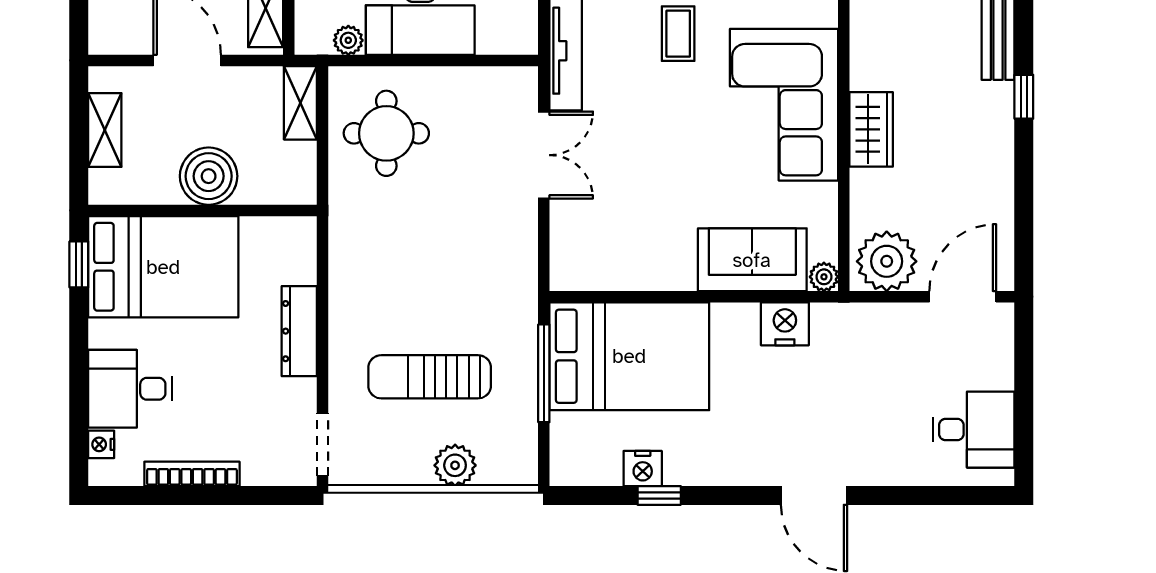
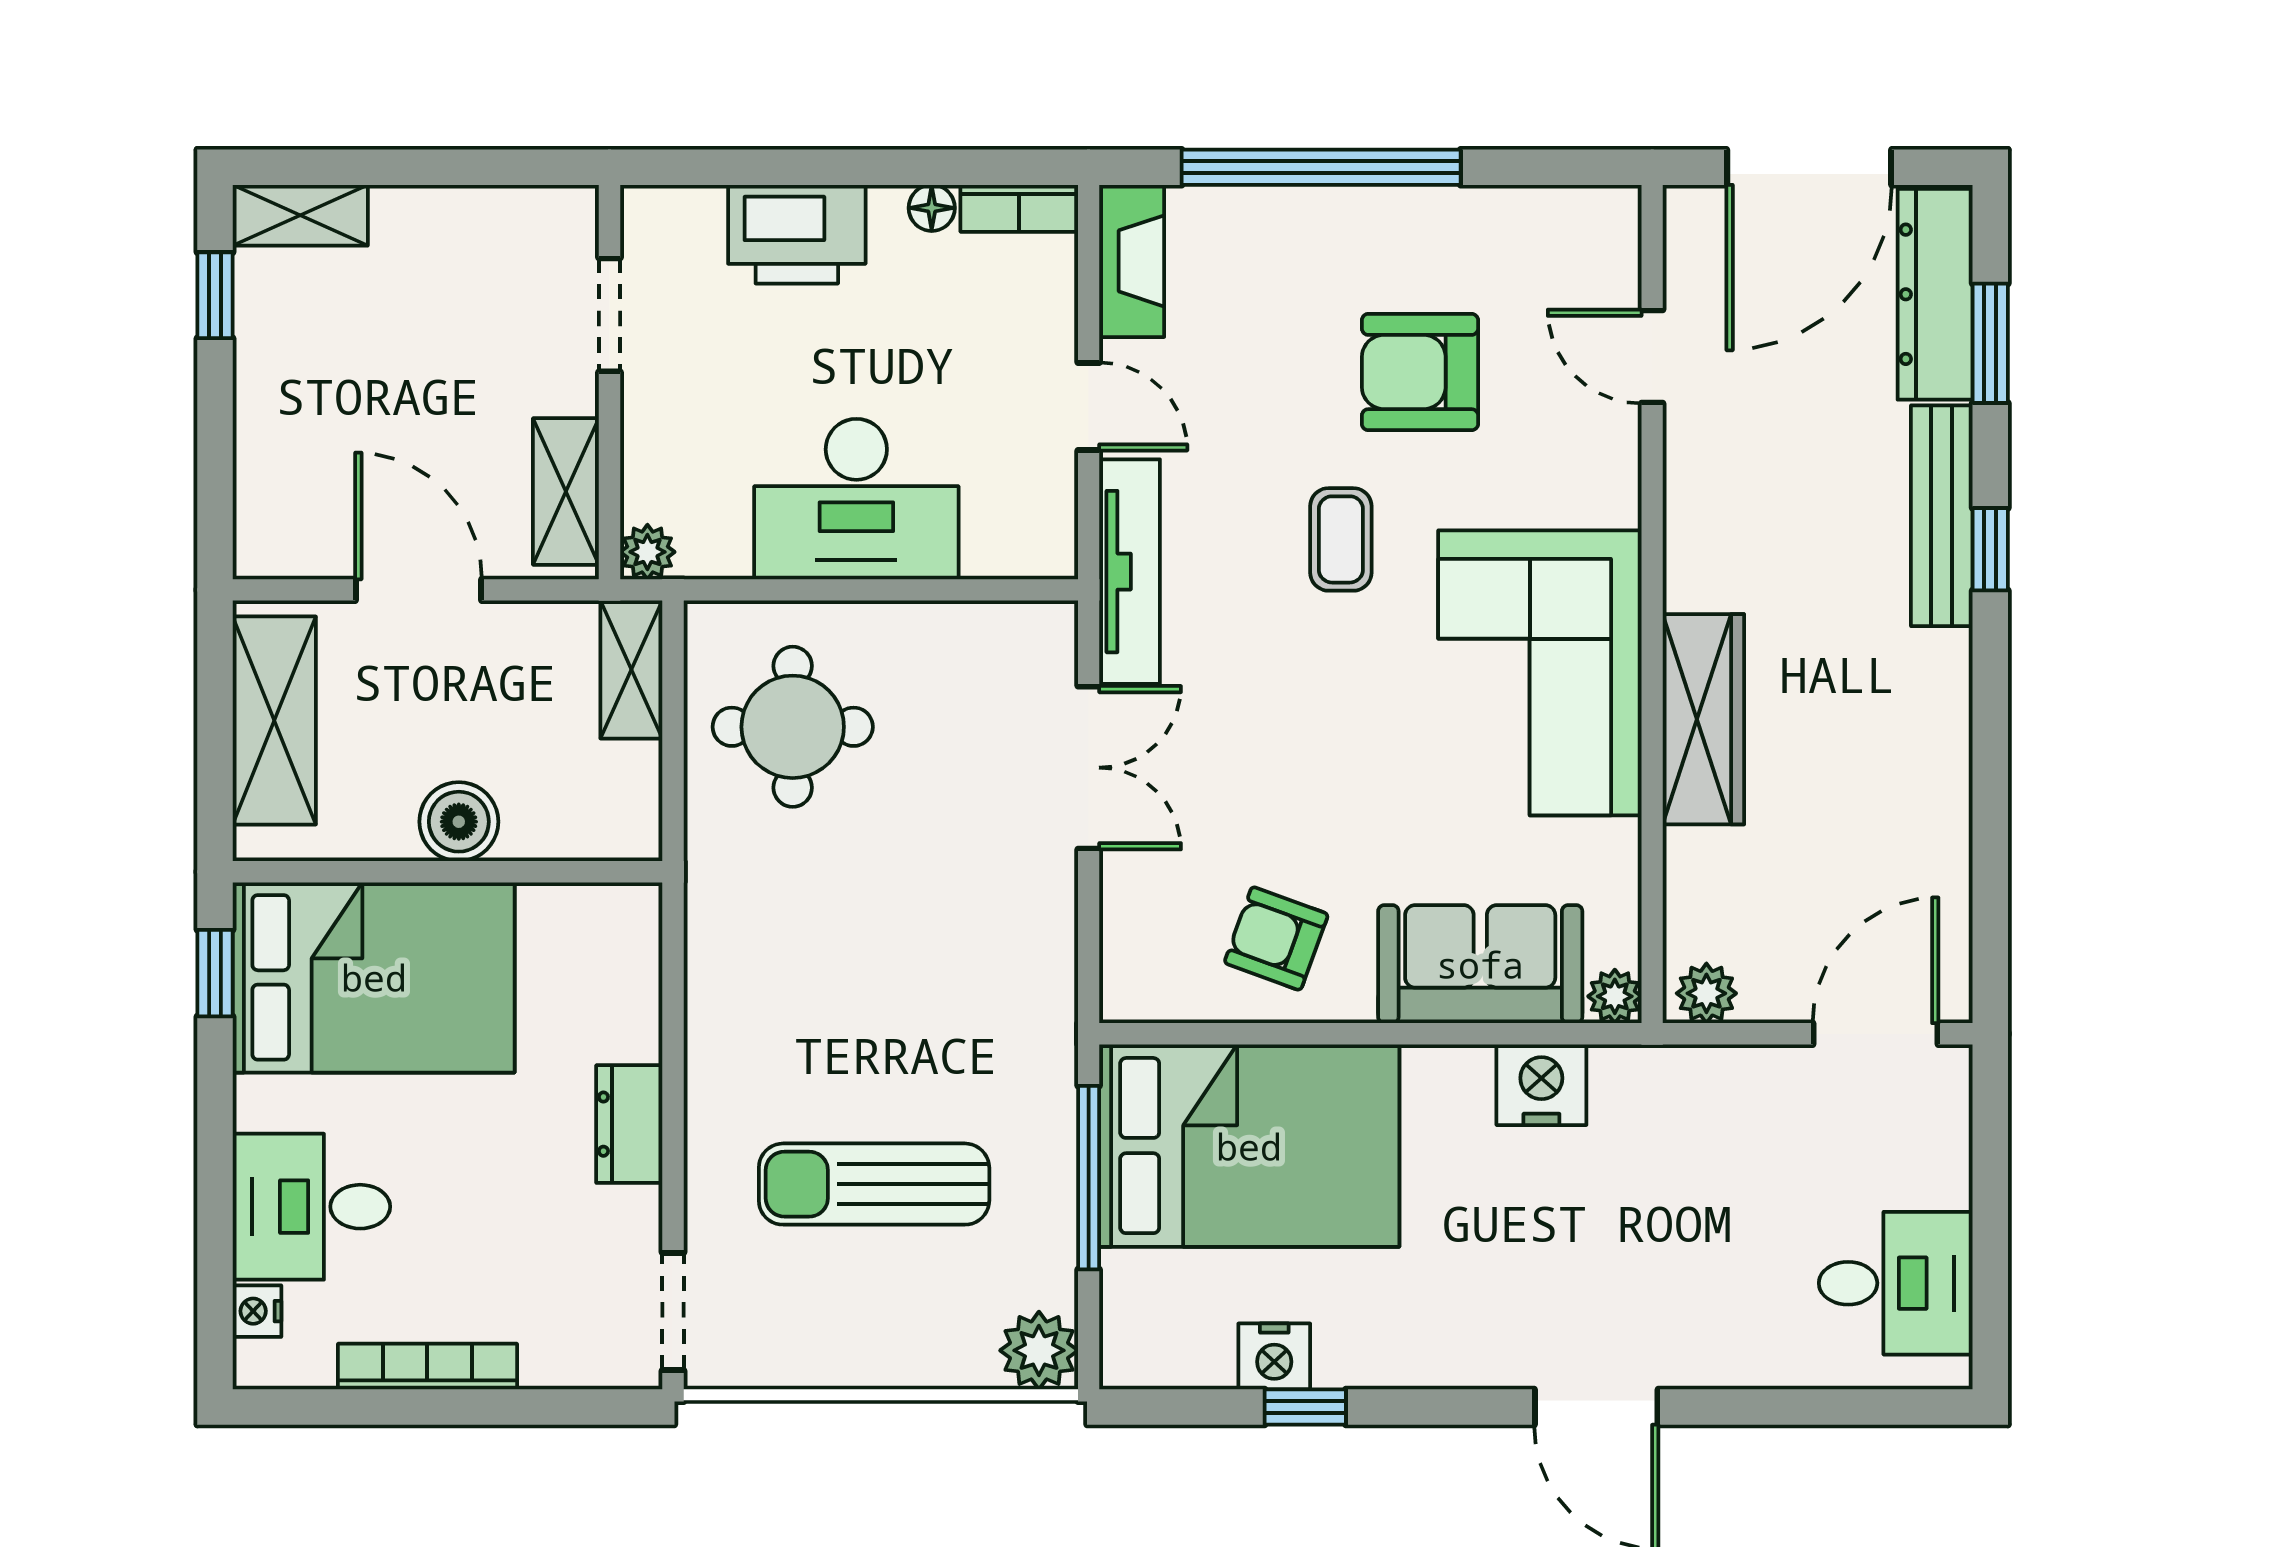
plant: (348, 40) -> (647, 552), moved
window: (1024, 97) -> (1990, 549), moved
wardrobe: (871, 129) -> (1703, 719), width x1.50
shelving: (105, 130) -> (274, 720), width x1.50, depth x1.33
boiler: (209, 176) -> (459, 822), width x0.73, depth x0.73
armchair: (644, 246) -> (1276, 939), added
plant: (887, 261) -> (1706, 993), width x0.53, depth x0.53
dresser: (299, 331) -> (629, 1124), width x0.70
plant: (455, 465) -> (1039, 1350), moved

